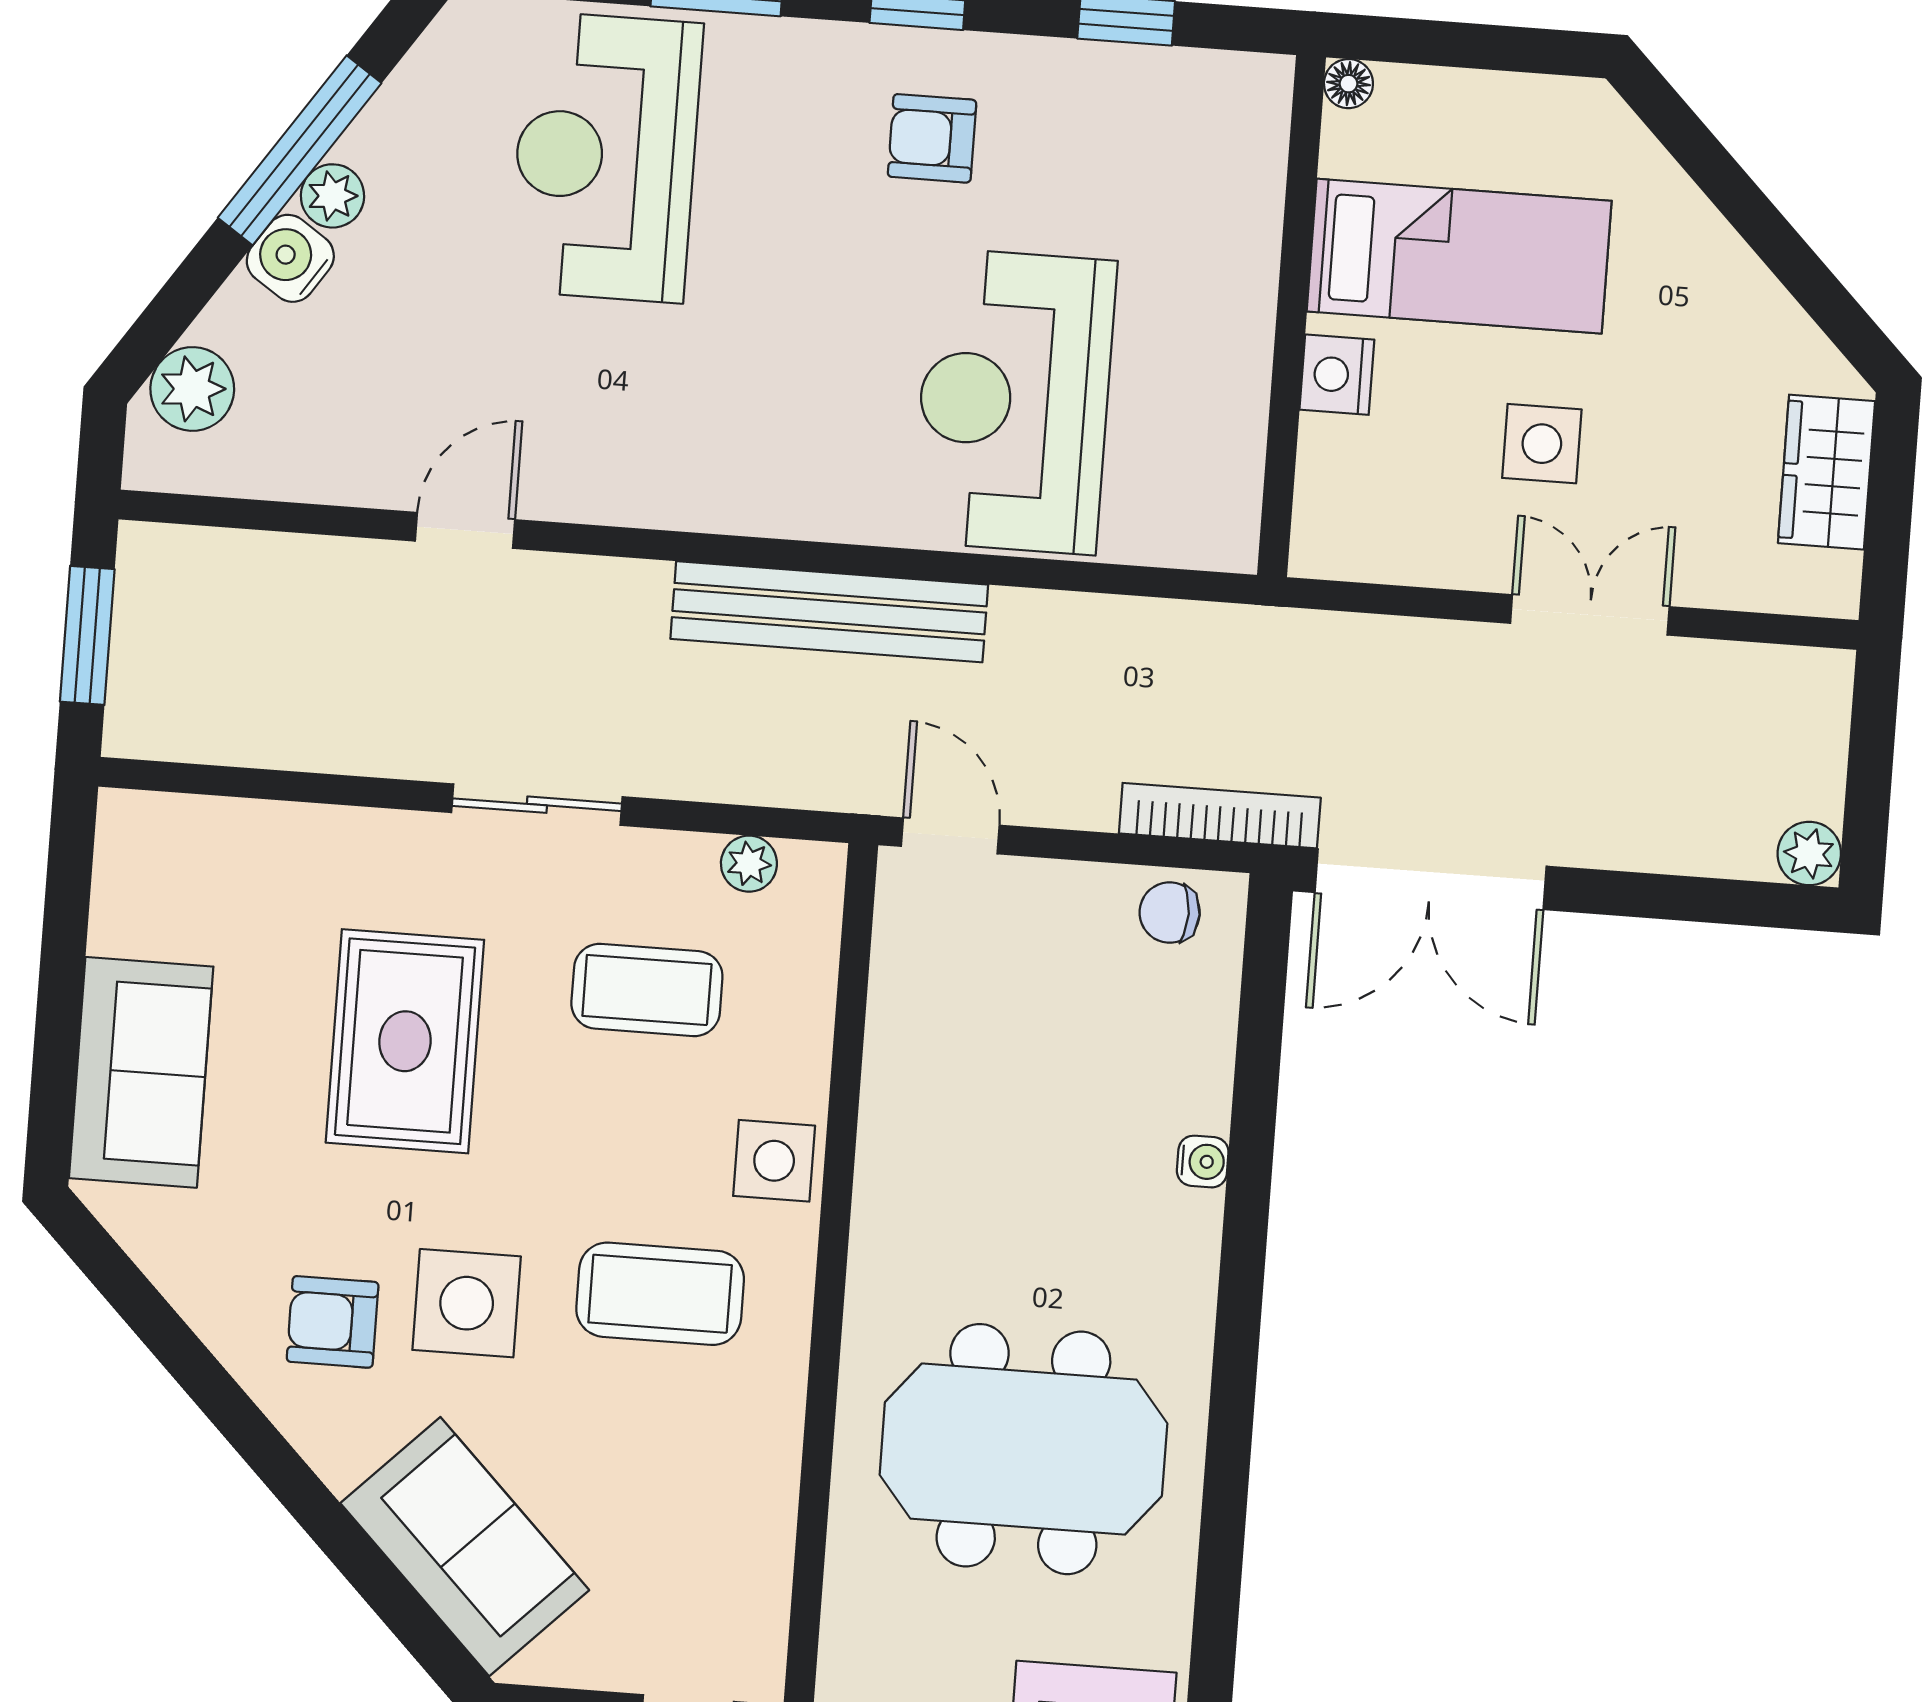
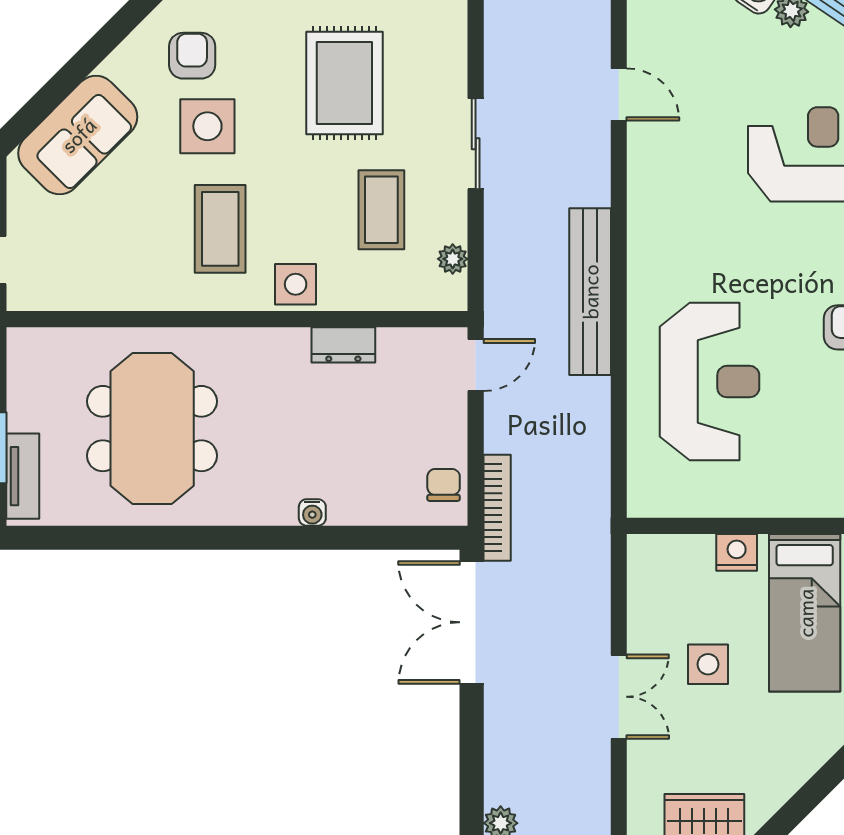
reception desk: (1014, 401) -> (709, 382), turned 90
rug: (405, 1041) -> (344, 83), turned 90
dresser: (894, 1080) -> (343, 345), added

